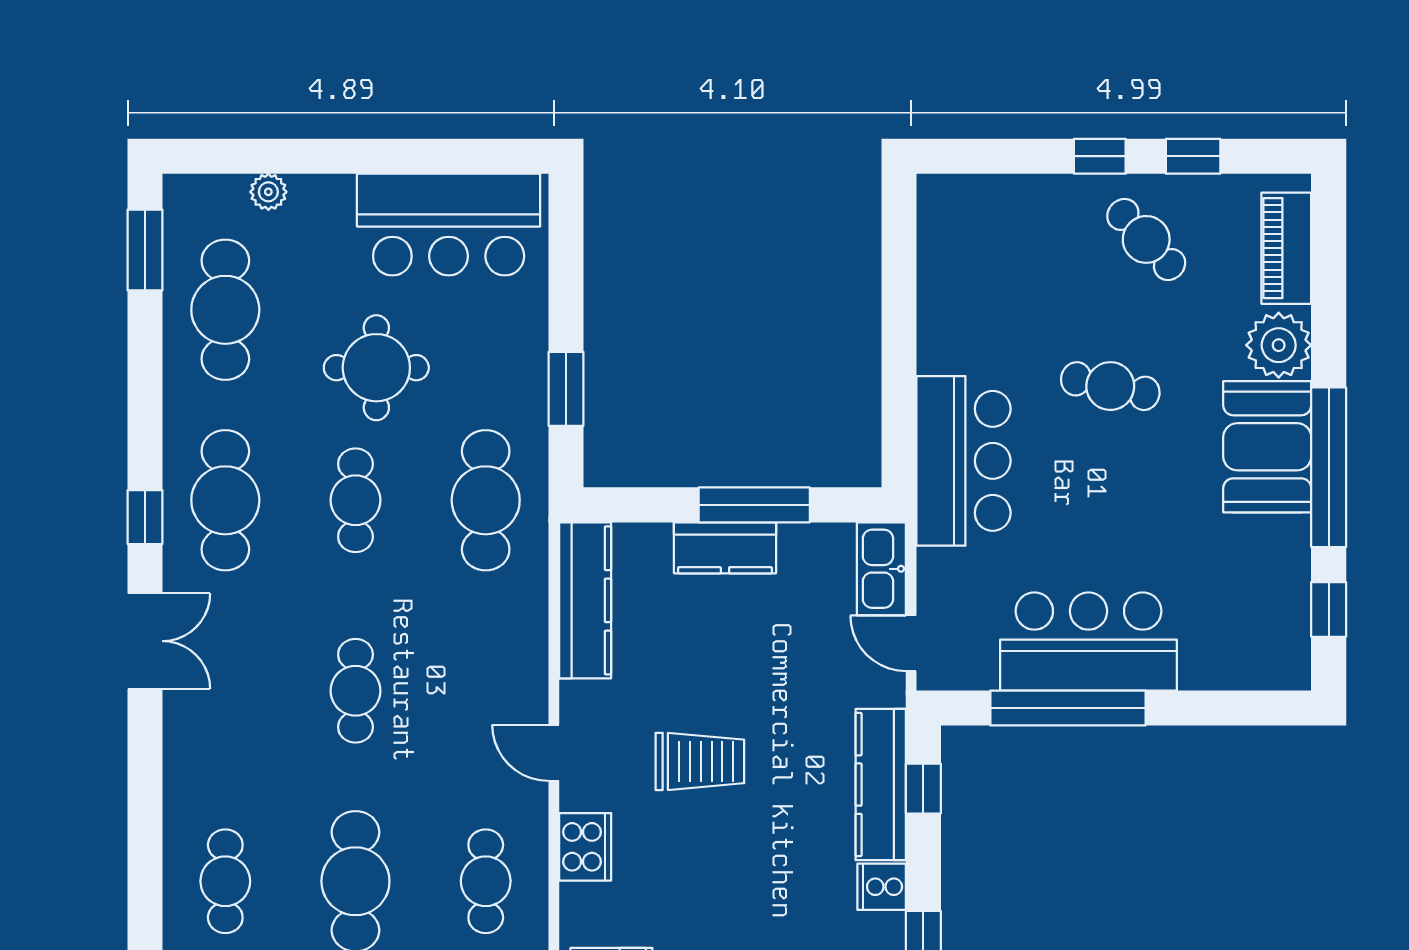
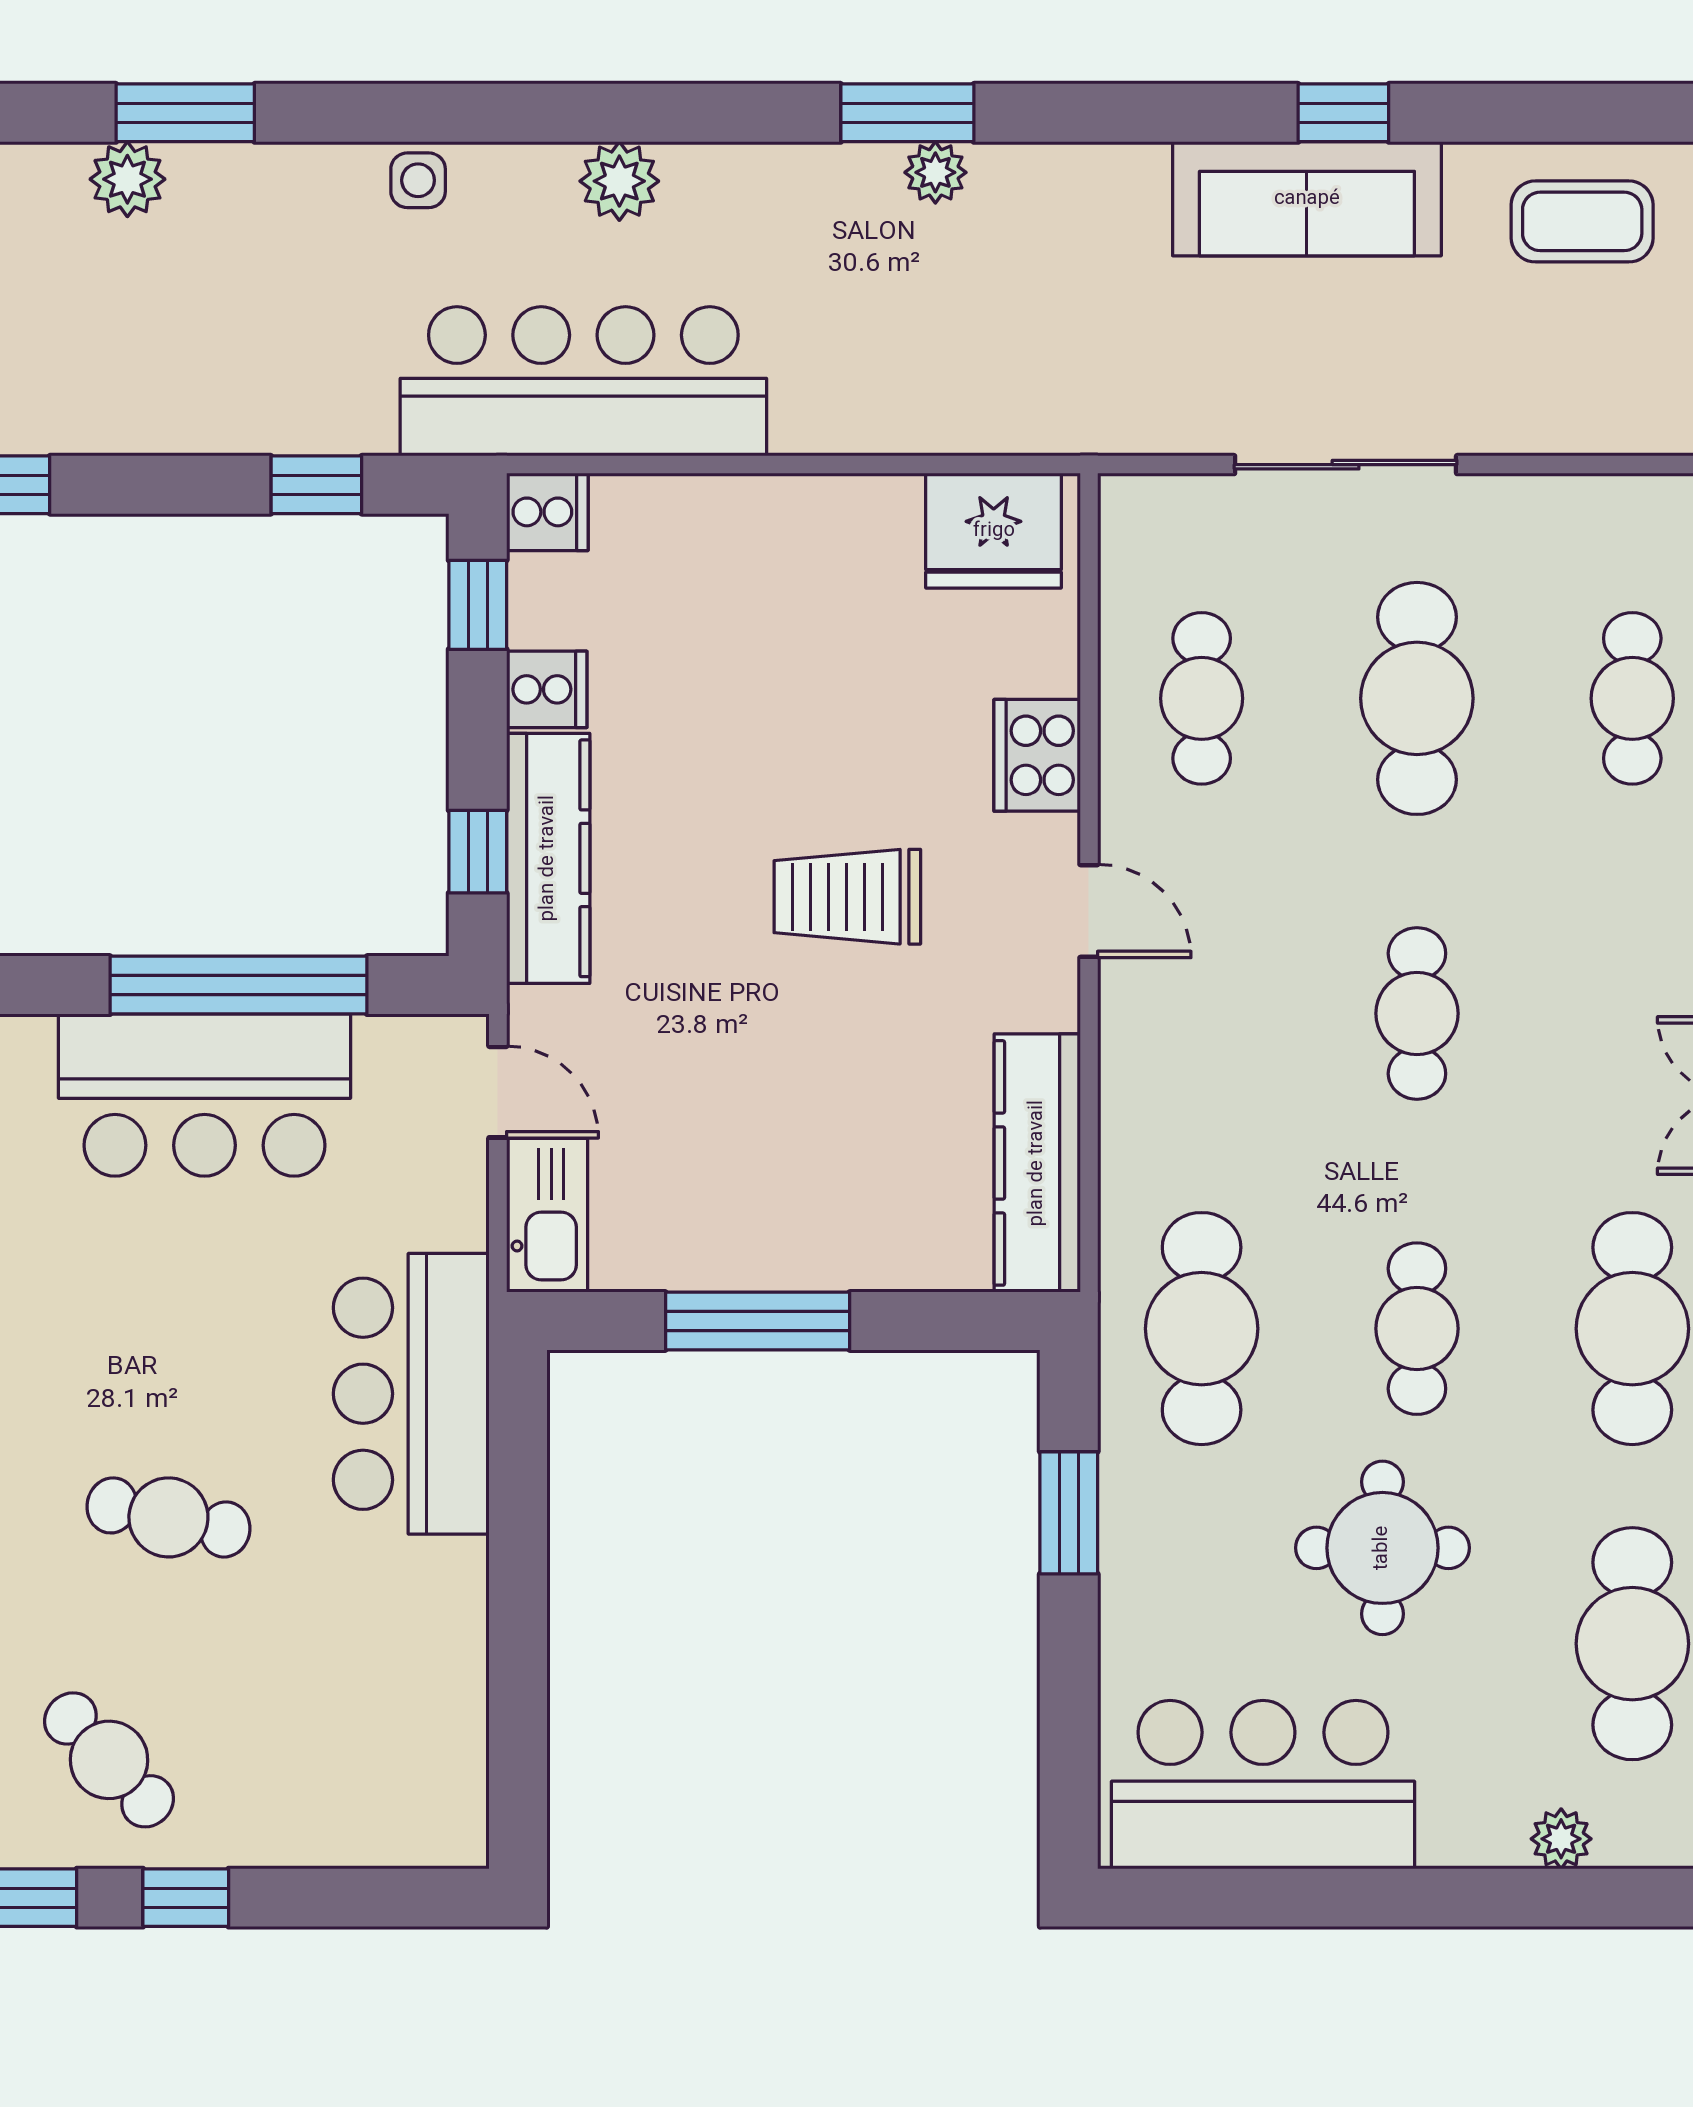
kitchen counter: (725, 548) -> (806, 1250), removed

